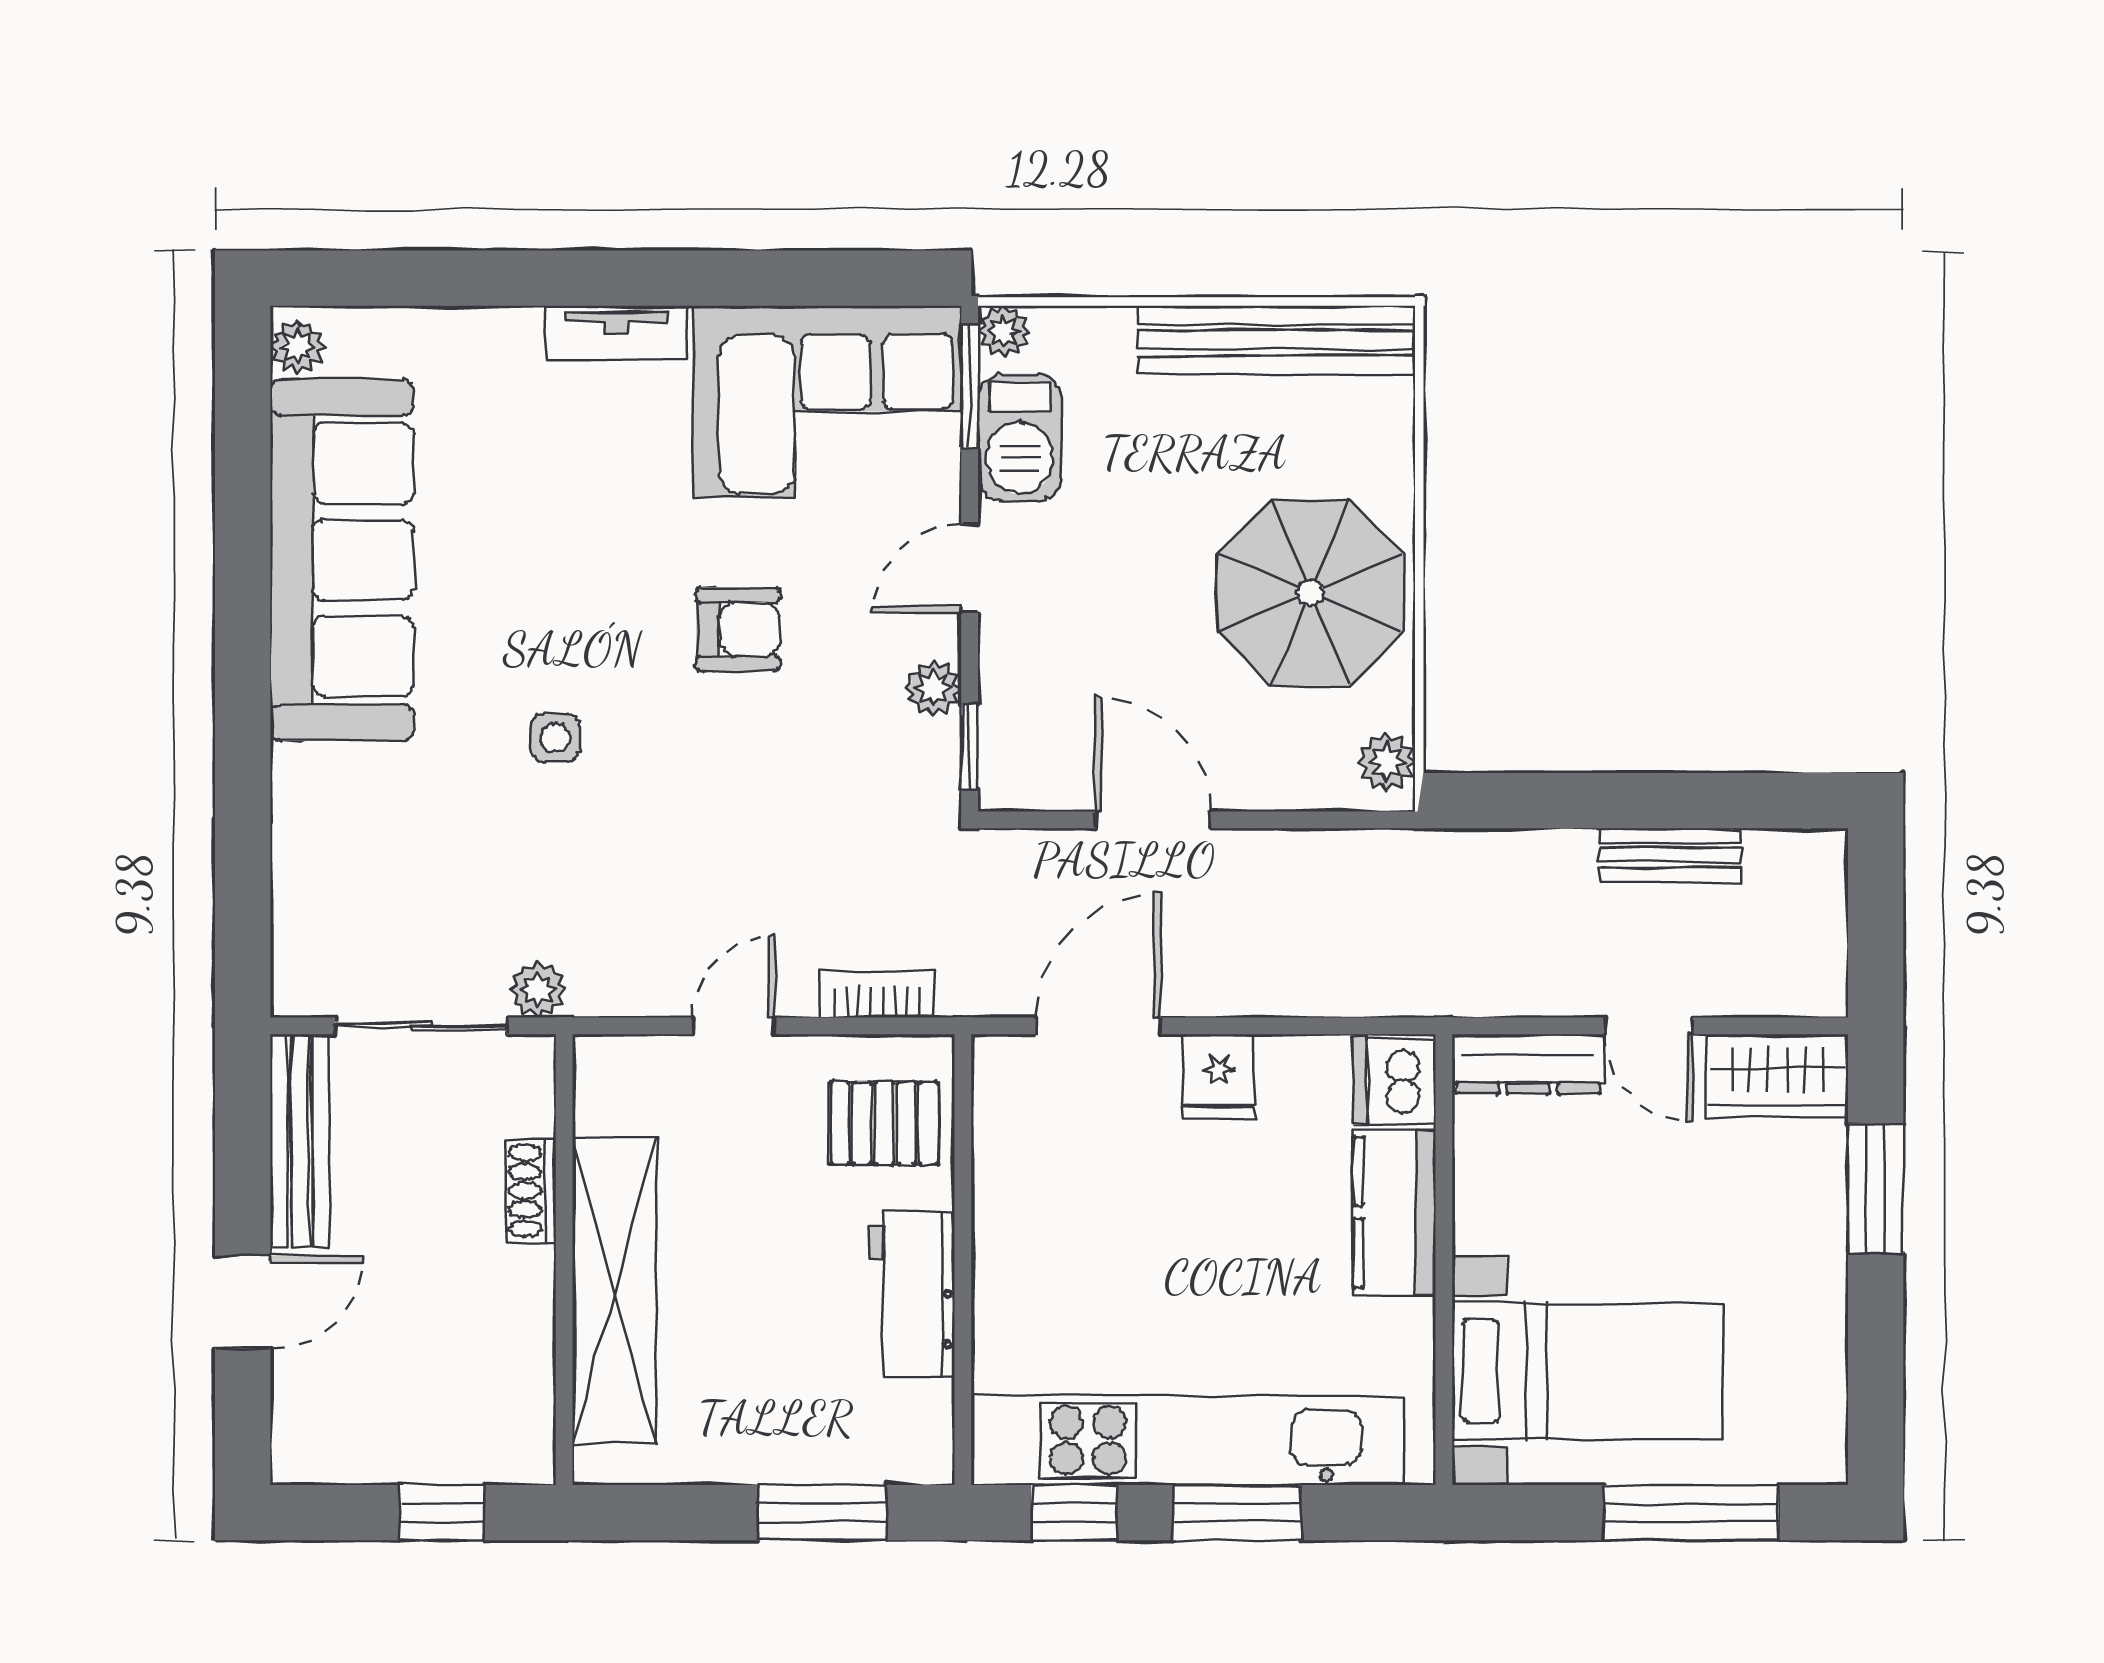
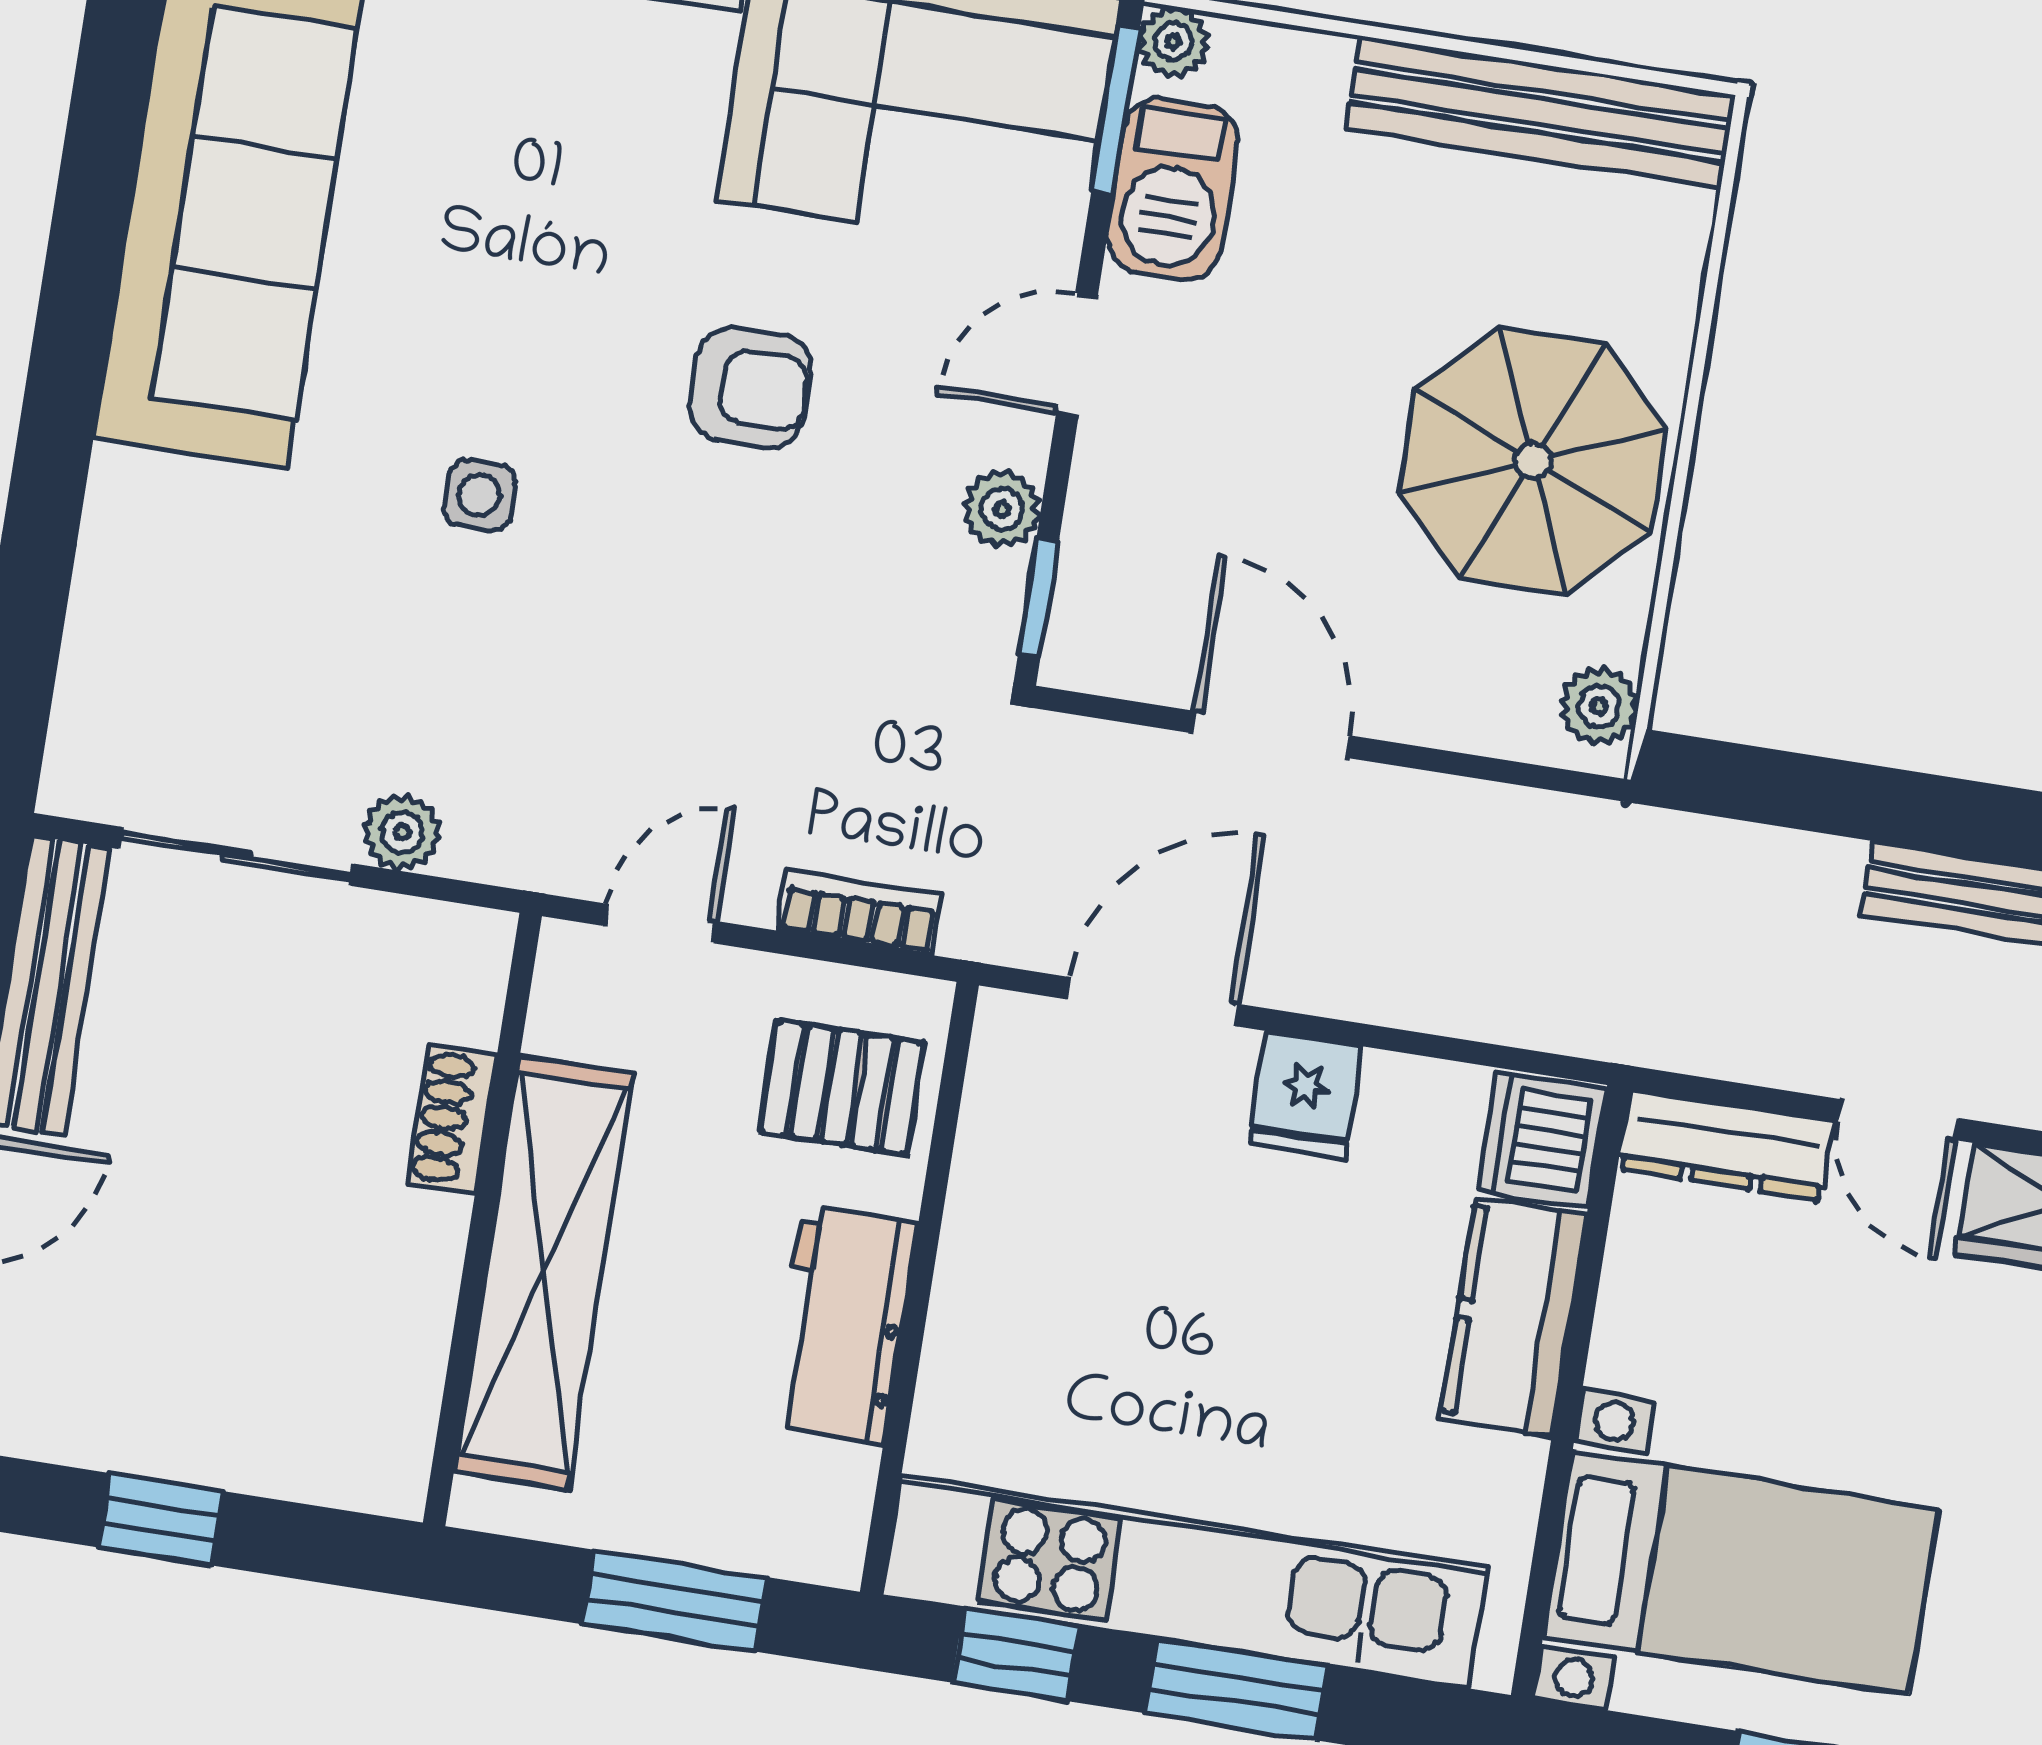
shoe rack: (531, 1191) -> (452, 1119), moved
wall: (564, 1260) -> (482, 1219), moved
shelving: (614, 1291) -> (544, 1272), moved

